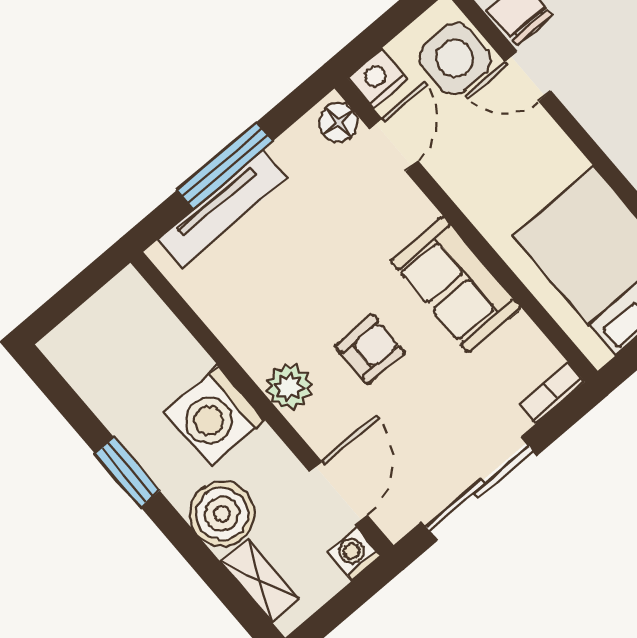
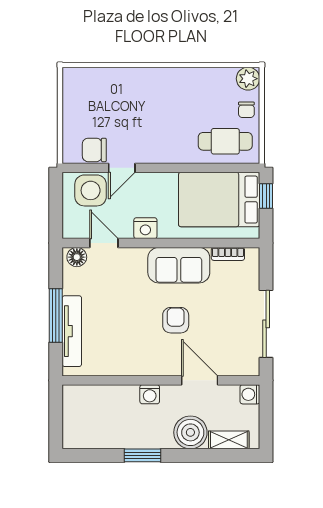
nightstand: (378, 79) -> (145, 228), moved, turned -90
plant: (289, 387) -> (163, 364), removed
bookcase: (552, 393) -> (228, 254), moved, turned -90
washing machine: (214, 416) -> (150, 394), width x0.53, depth x0.53
door: (338, 493) -> (200, 380), moved

